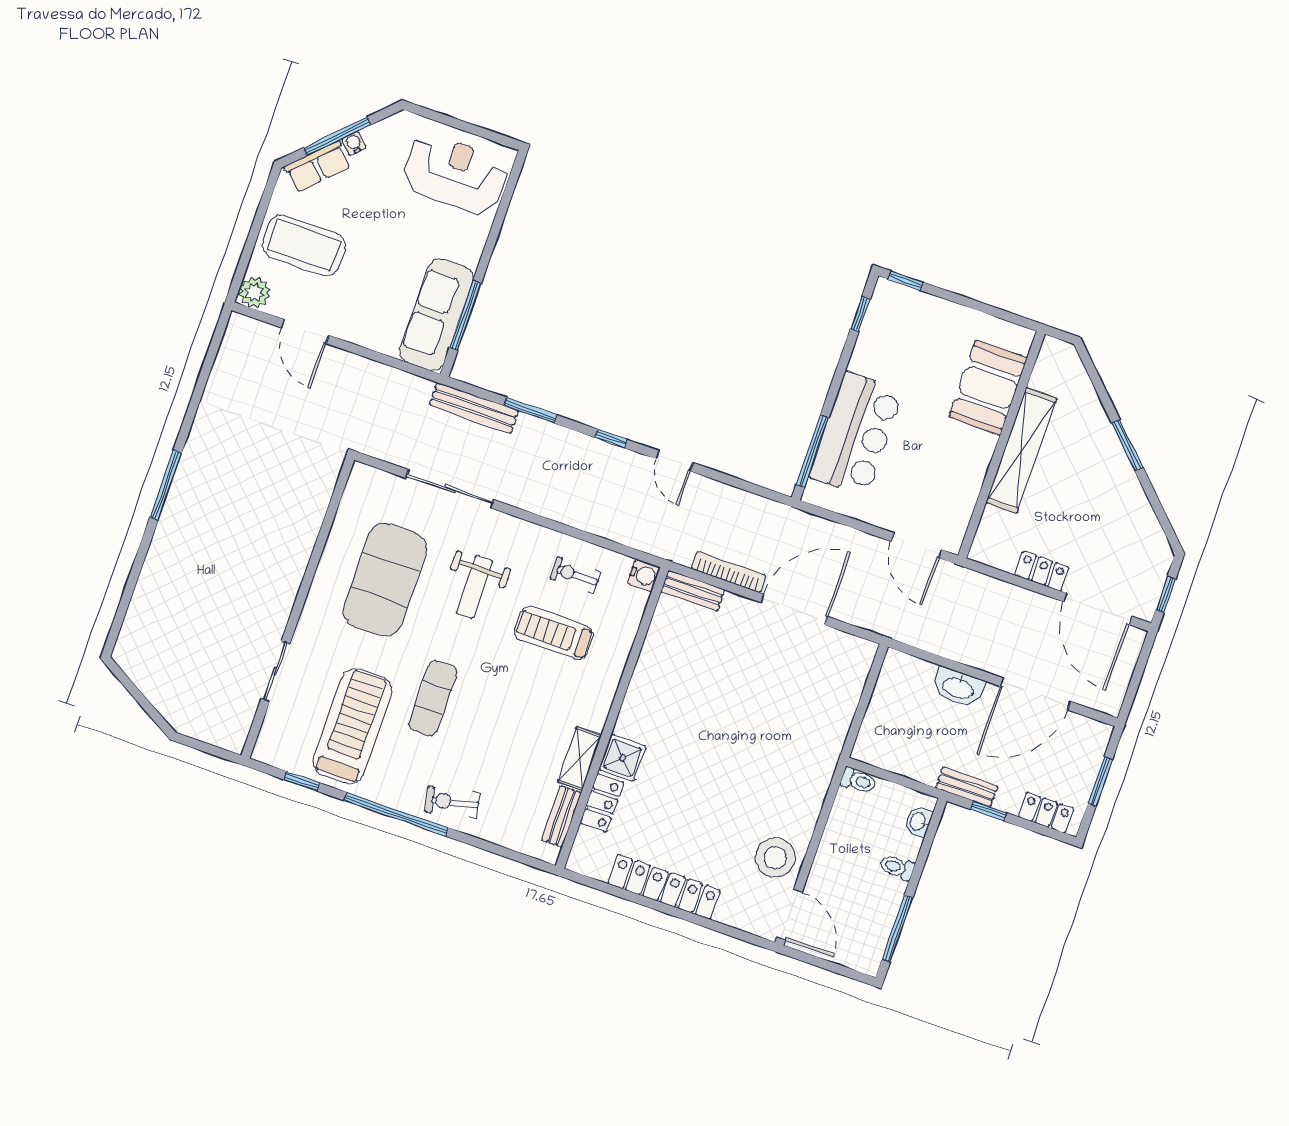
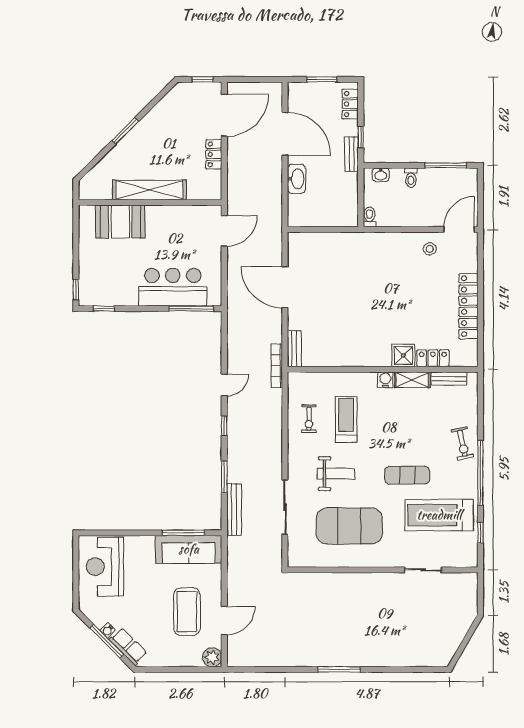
coffee table: (304, 245) -> (187, 612), moved
bookcase: (729, 572) -> (277, 366), moved
water cooler: (644, 575) -> (385, 380), moved
treadmill: (554, 633) -> (346, 419), turned 180
stool: (775, 858) -> (430, 249), width x0.53, depth x0.53

